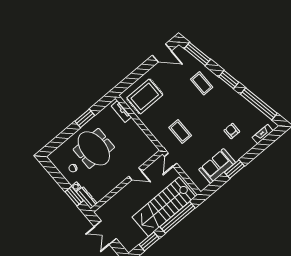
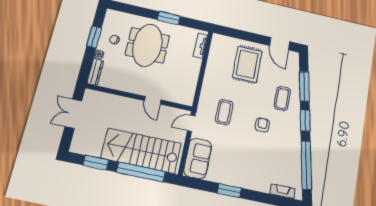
window: (197, 54) -> (304, 86), moved
rug: (145, 96) -> (247, 64), moved, turned 90
armchair: (232, 131) -> (262, 125), moved
sofa: (217, 166) -> (198, 158), moved, turned 90
window: (74, 196) -> (94, 37), moved

